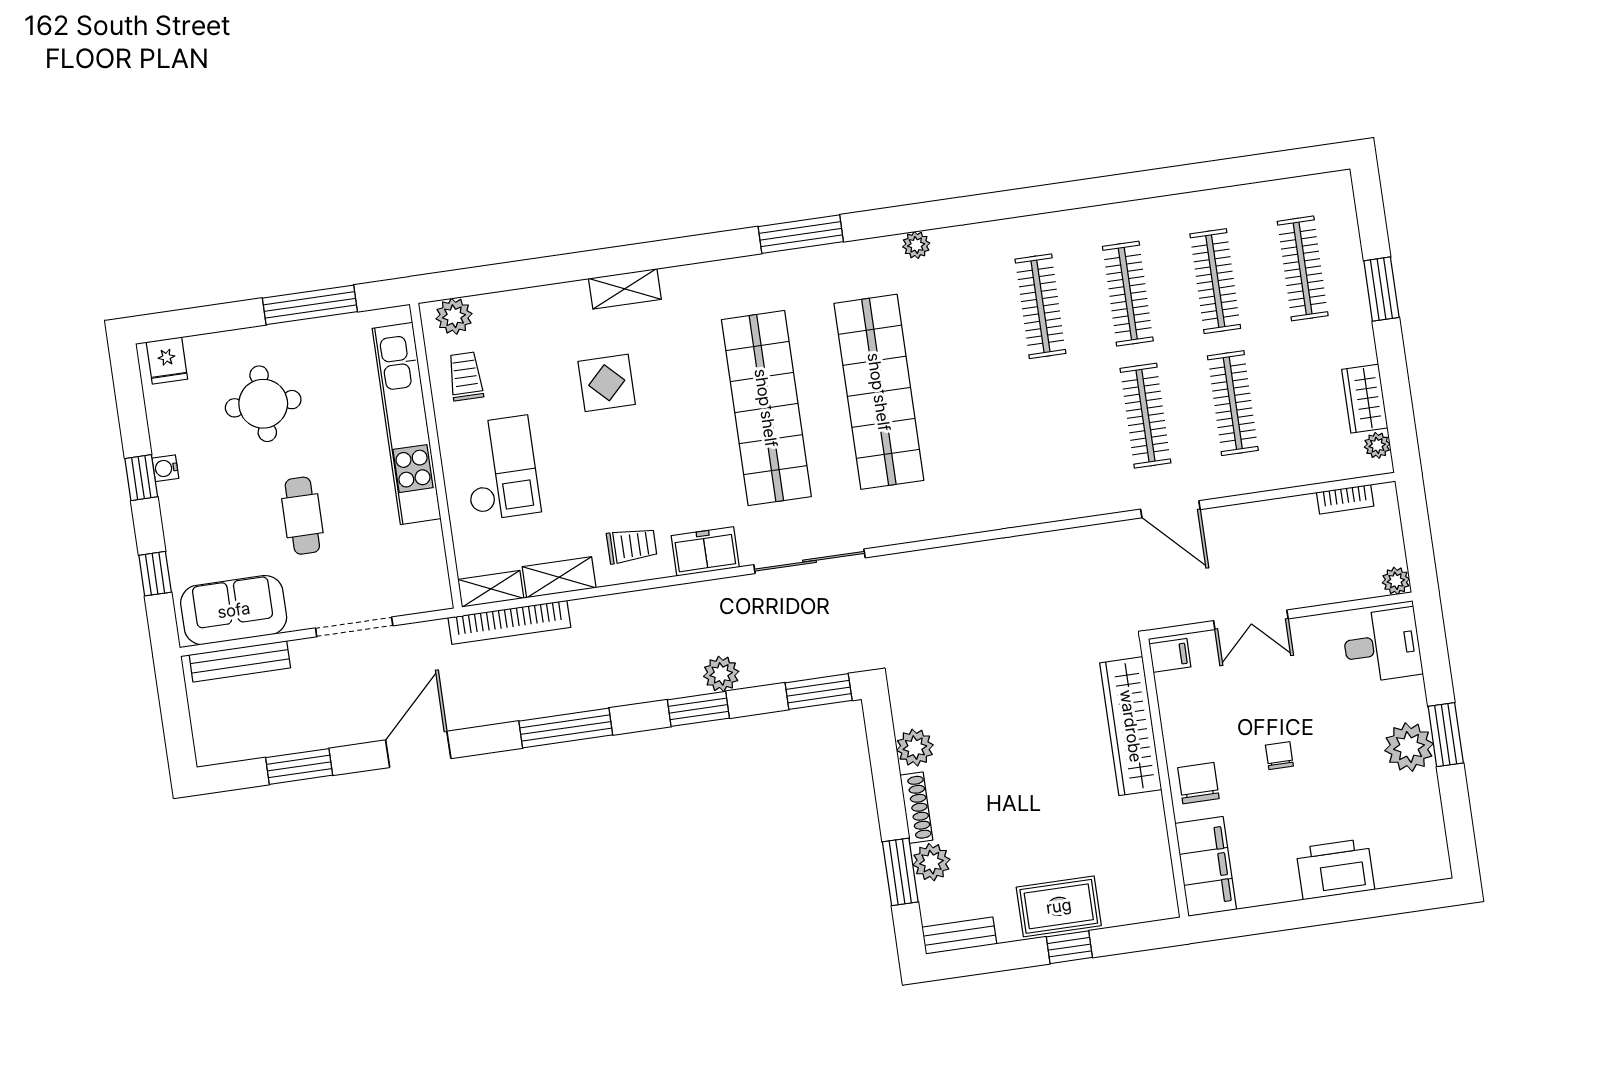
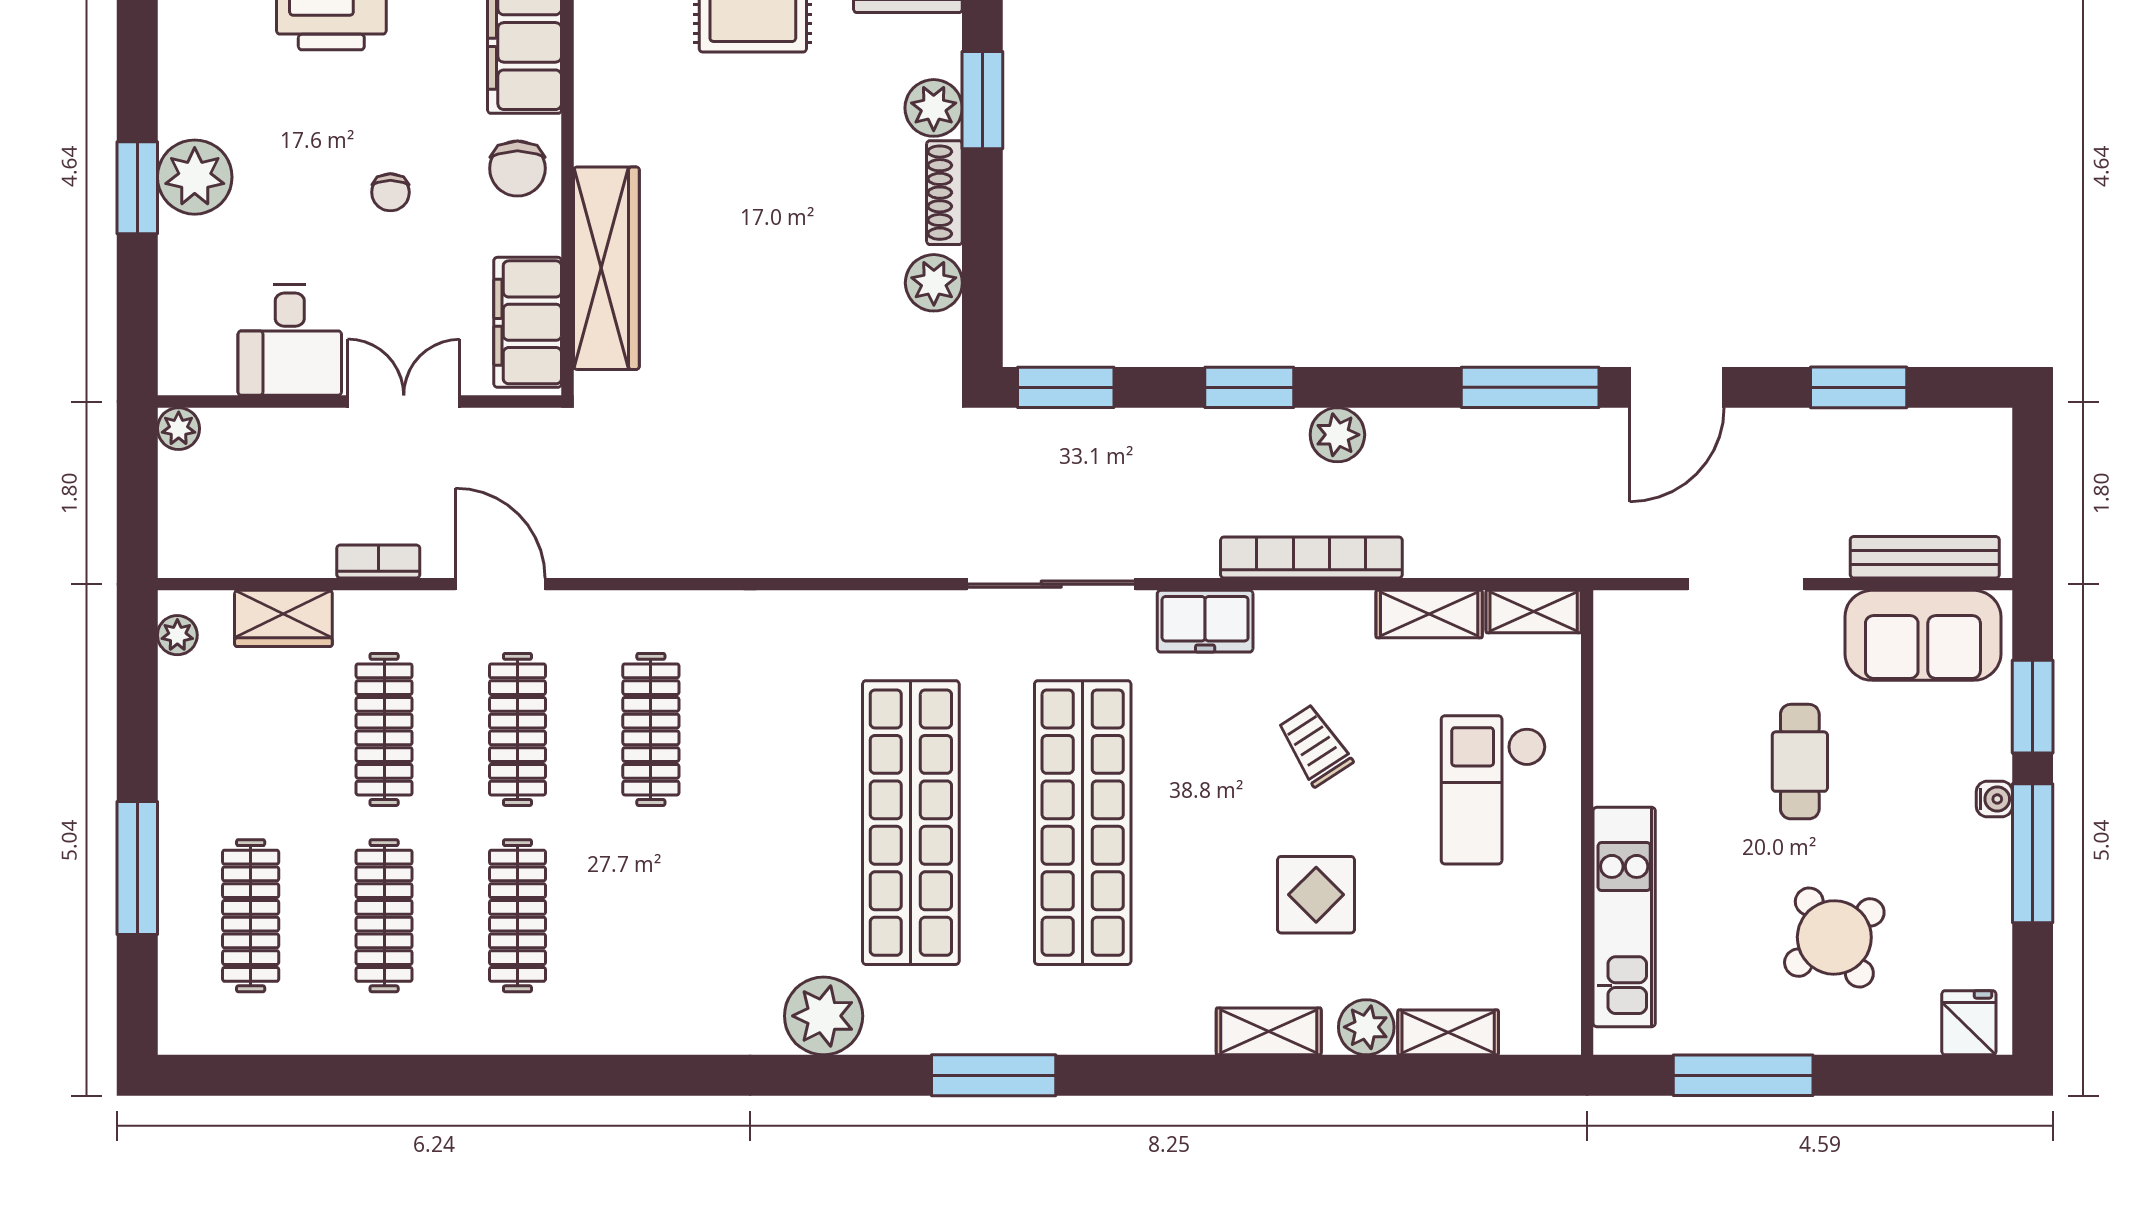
plant: (916, 245) -> (824, 1016), width x1.87, depth x1.87
window: (1381, 289) -> (137, 868), width x1.44
shelving: (507, 305) -> (1448, 1032), added
clothes rail: (1040, 306) -> (651, 729), moved
plant: (454, 316) -> (1366, 1027), moved
trolley: (466, 376) -> (1526, 935), removed
wardrobe: (1365, 399) -> (283, 618), moved, turned 90
round table: (263, 404) -> (1834, 937), turned -35
kitchen unit: (406, 423) -> (1624, 917), width x0.73
water cooler: (165, 468) -> (1994, 799), moved
window: (141, 478) -> (2033, 853), width x2.17
bookcase: (1345, 499) -> (378, 561), moved
trolley: (632, 546) -> (1315, 745), moved, turned 57
window: (155, 574) -> (2033, 707), width x1.50
bookcase: (509, 622) -> (1311, 557), moved
desk: (1382, 645) -> (290, 340), moved, turned -90
filing cabinet: (1170, 655) -> (528, 322), width x3.00, depth x1.17
plant: (721, 674) -> (1337, 435), moved
window: (566, 728) -> (1530, 387), moved

